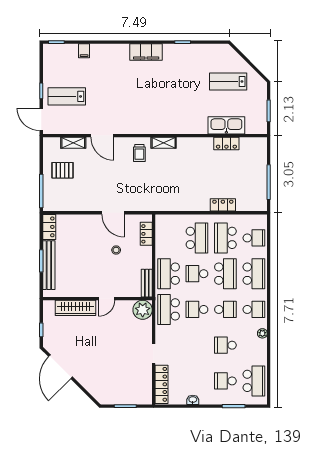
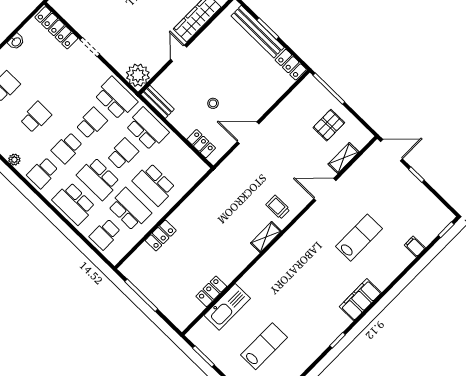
lab bench: (67, 96) -> (359, 238), moved

